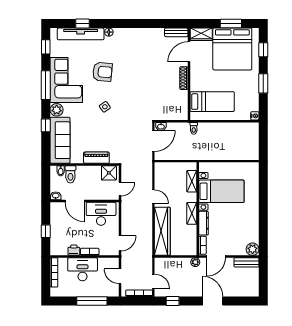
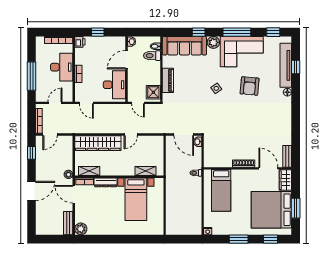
shelving: (192, 213) -> (89, 171), moved
printer: (74, 250) -> (80, 42), moved

